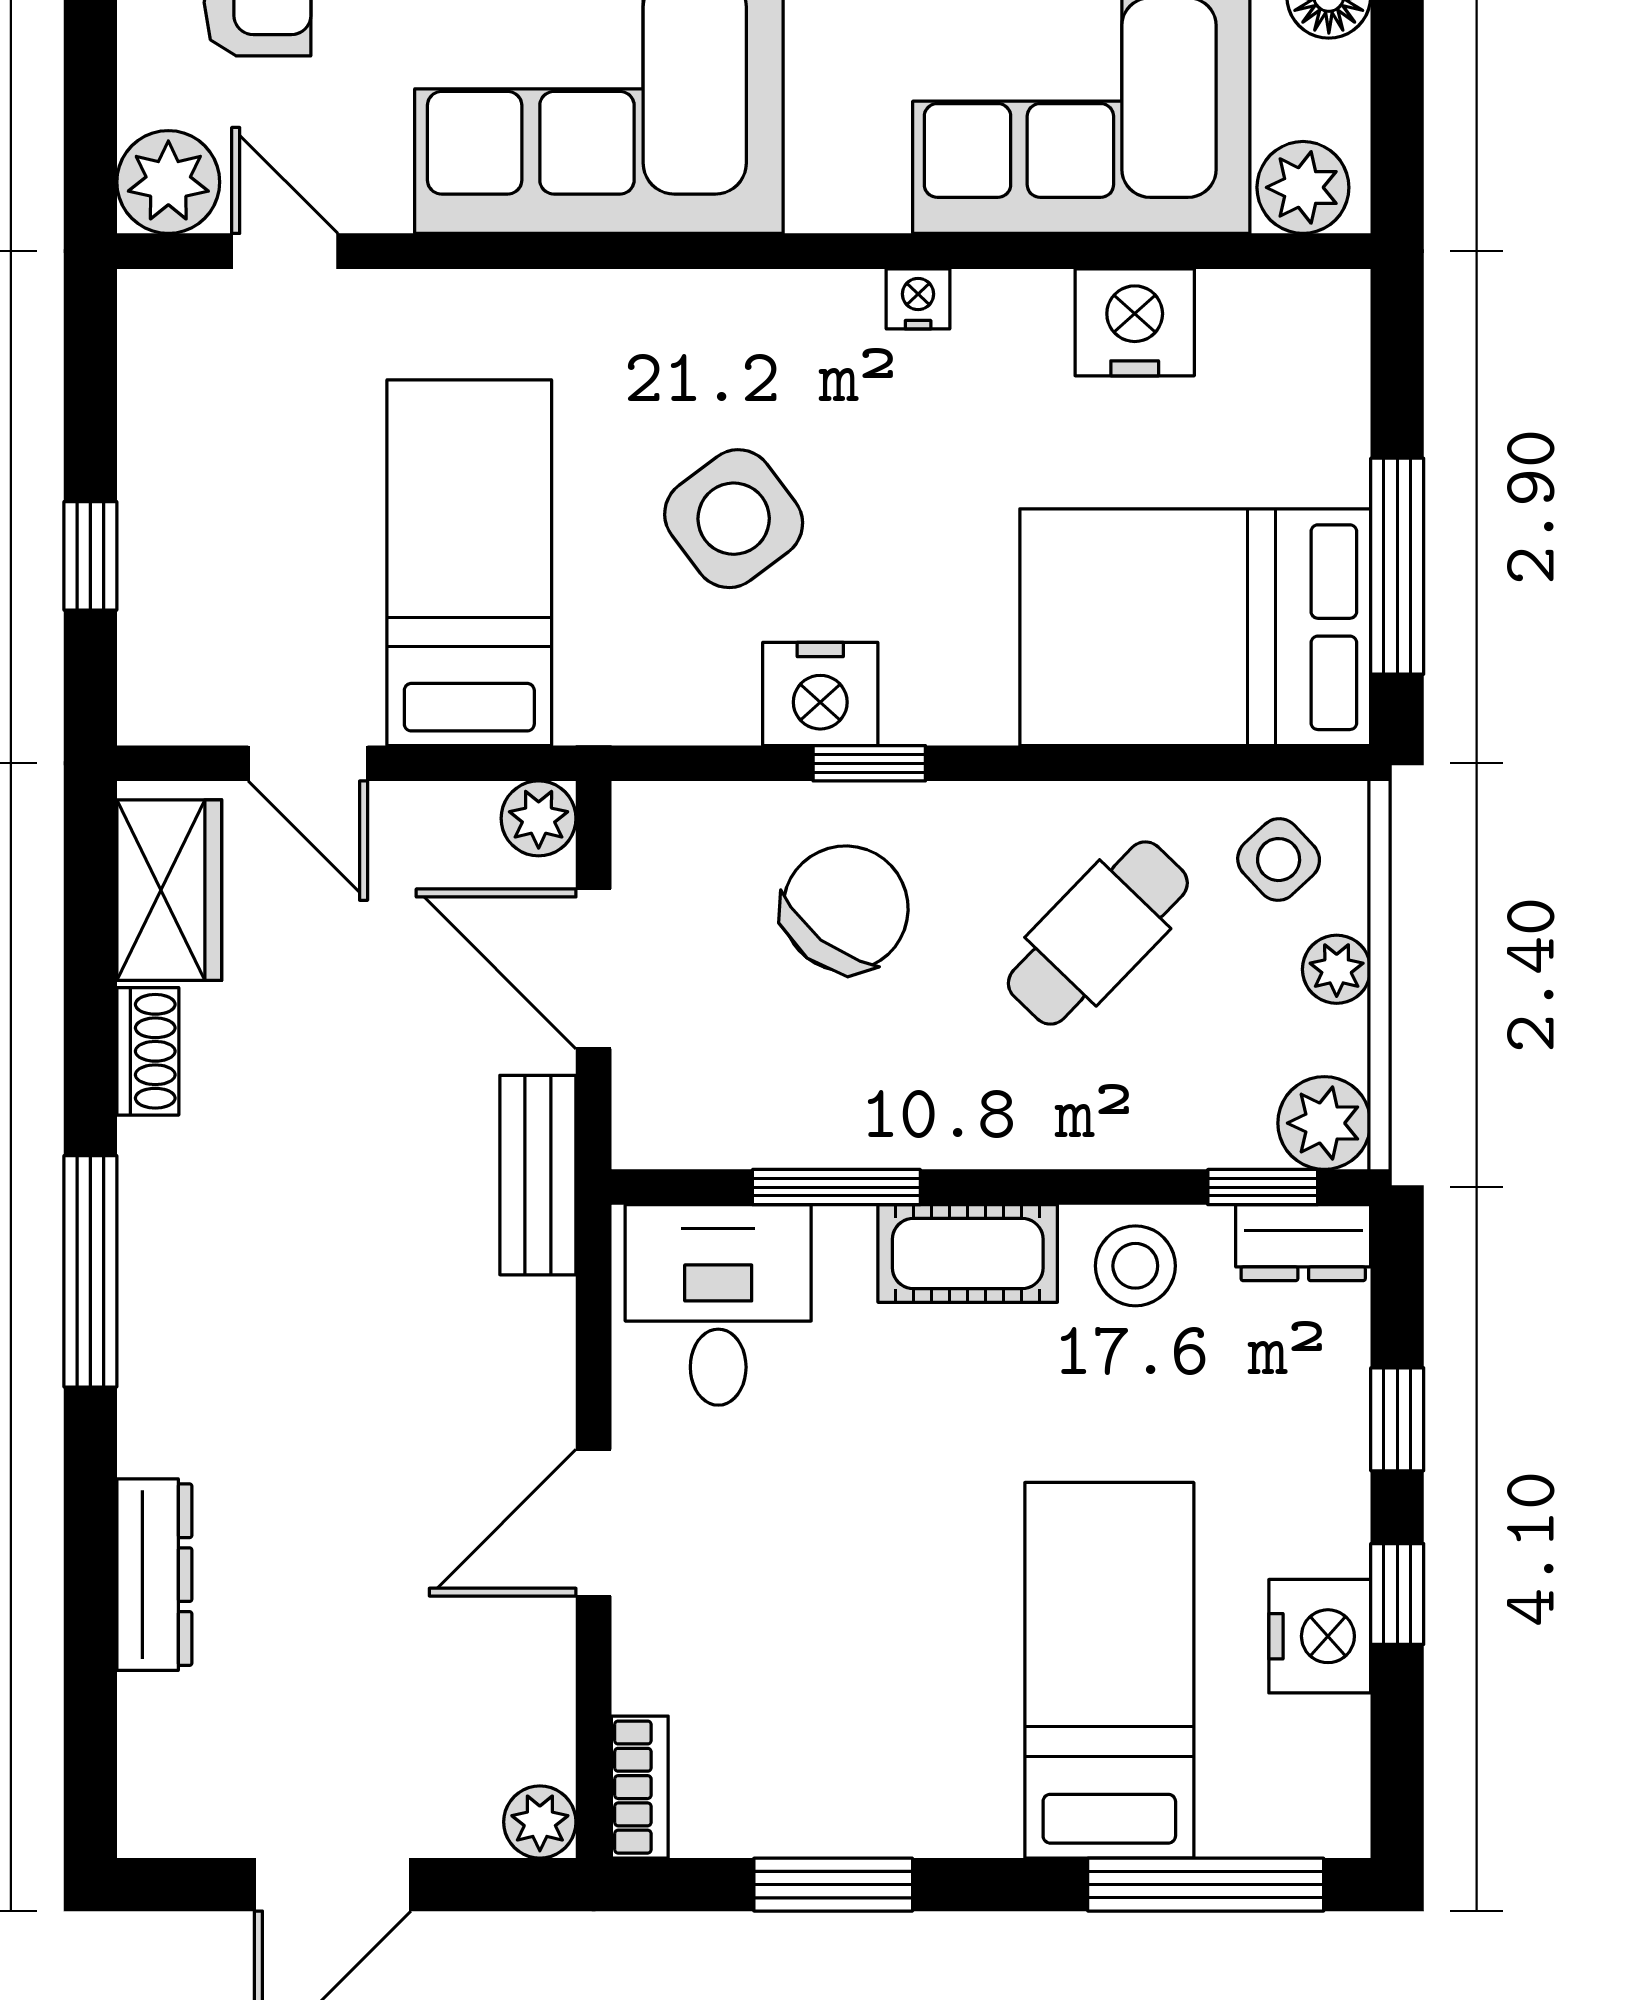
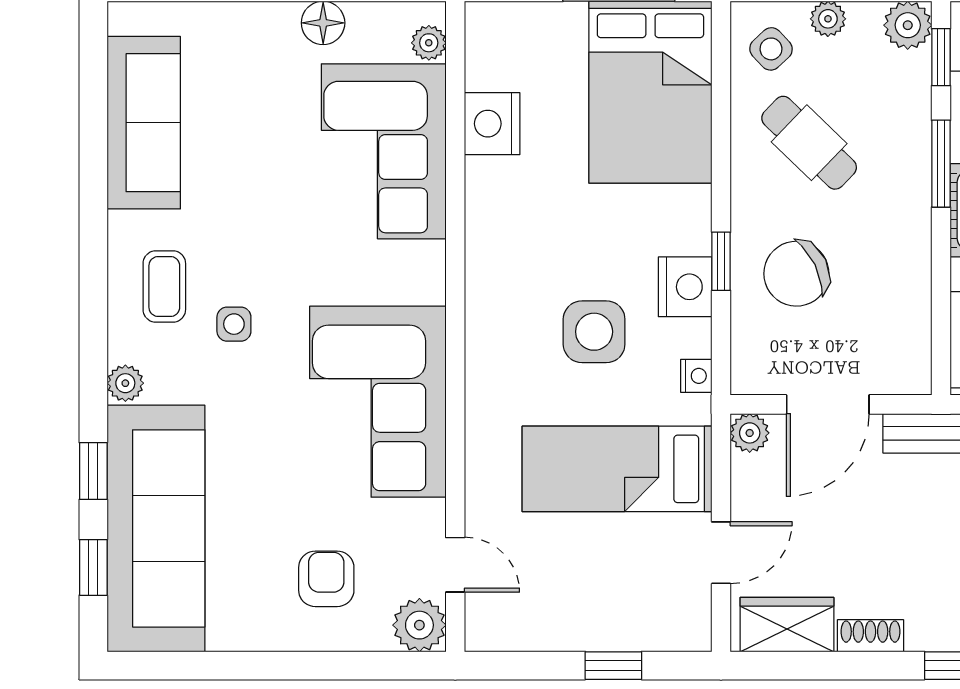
plant: (1303, 187) -> (429, 43), width x0.73, depth x0.73
door: (285, 251) -> (455, 565), swing flipped
nightstand: (918, 299) -> (696, 376), moved, turned 180
side table: (734, 519) -> (594, 332), turned 37
chair: (845, 908) -> (796, 274), turned -64
window: (836, 1187) -> (941, 164), moved

